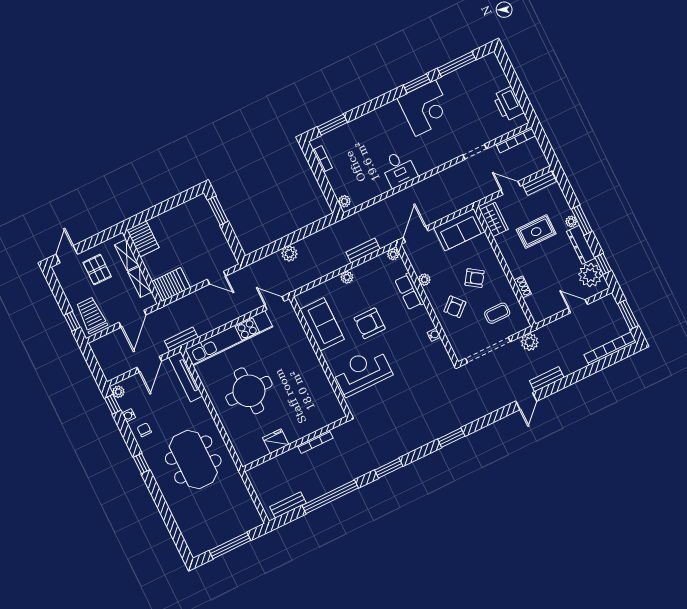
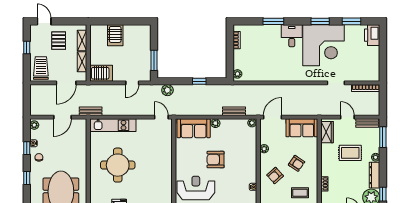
window: (457, 64) -> (352, 21), width x0.69
printer: (508, 104) -> (372, 35), moved
corner desk: (426, 108) -> (324, 45), width x1.36, depth x1.36
window: (332, 125) -> (273, 21), moved
desk: (399, 169) -> (292, 36), moved, turned 180
window: (218, 211) -> (154, 60), moved
window: (582, 220) -> (383, 137), moved
window: (301, 234) -> (199, 81), added
server rack: (143, 239) -> (115, 35), moved
door: (67, 254) -> (44, 21), hinge flipped
plant: (289, 254) -> (167, 90), moved
door: (217, 278) -> (132, 83), hinge flipped
row of seats: (409, 292) -> (251, 152), removed
window: (72, 321) -> (27, 47), moved
sofa: (322, 324) -> (194, 128), moved, turned 90
kitchen unit: (229, 338) -> (113, 125), width x0.73
tv unit: (186, 377) -> (82, 136), removed
window: (113, 404) -> (27, 148), moved

